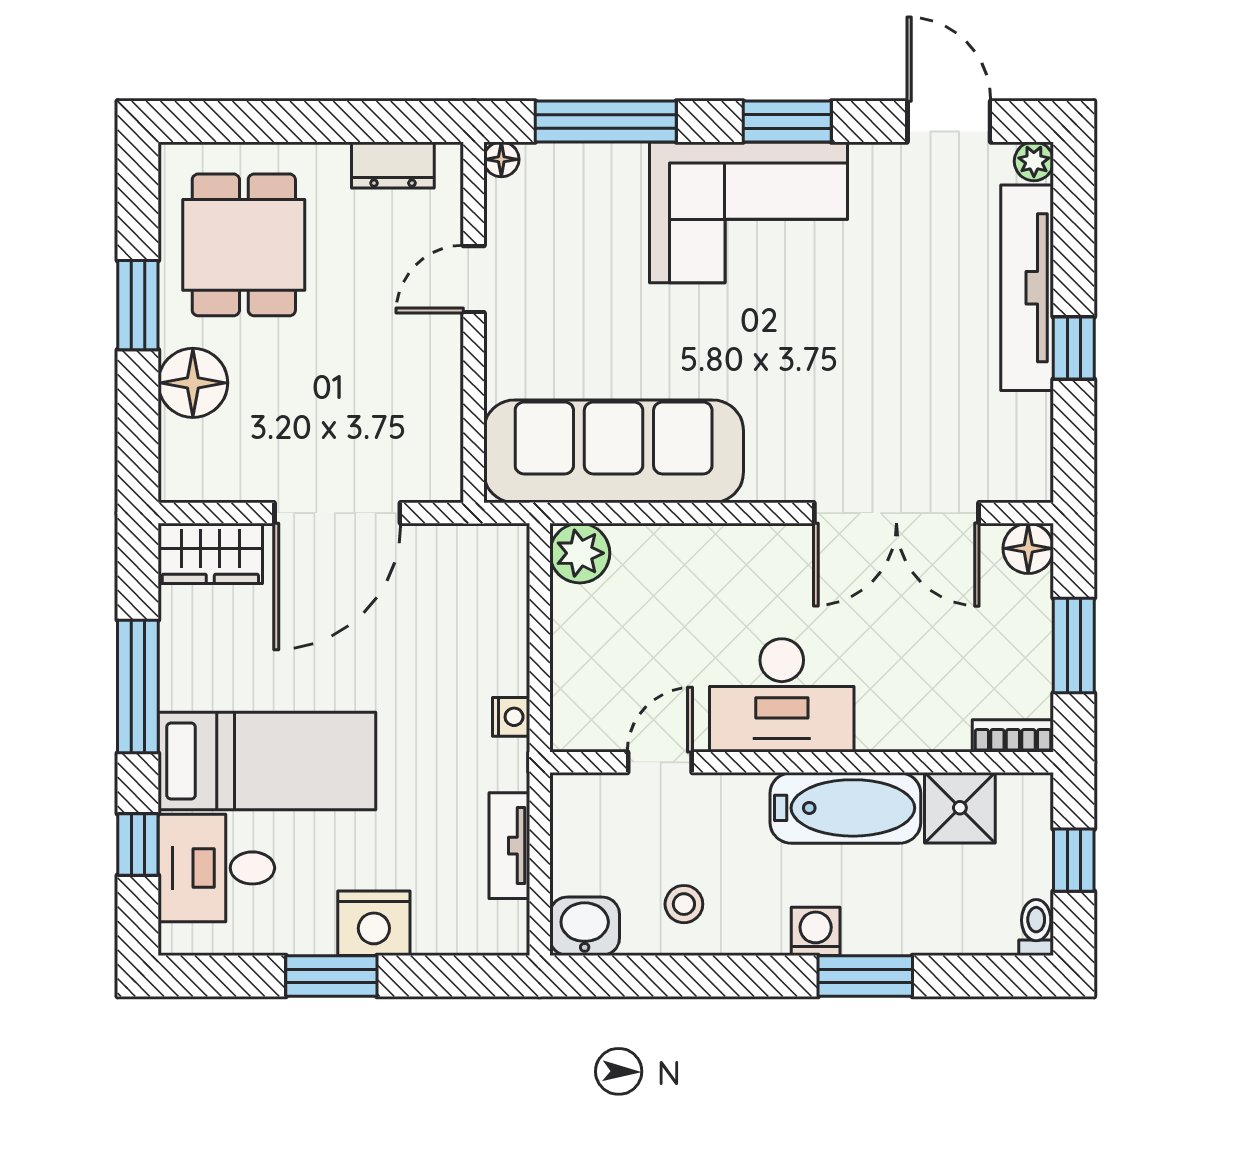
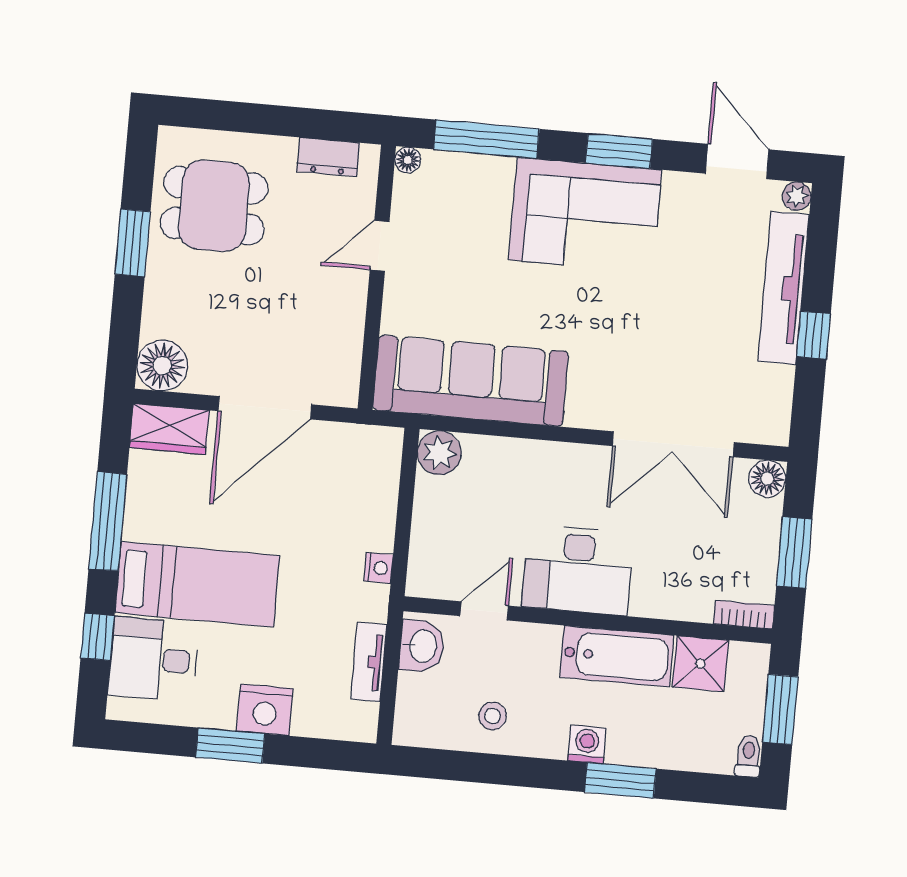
dining table: (244, 245) -> (214, 206), turned 90
floor lamp: (193, 383) -> (162, 366), moved
window: (1074, 860) -> (780, 709), width x1.50
washbasin: (585, 926) -> (422, 646), moved, turned 90

